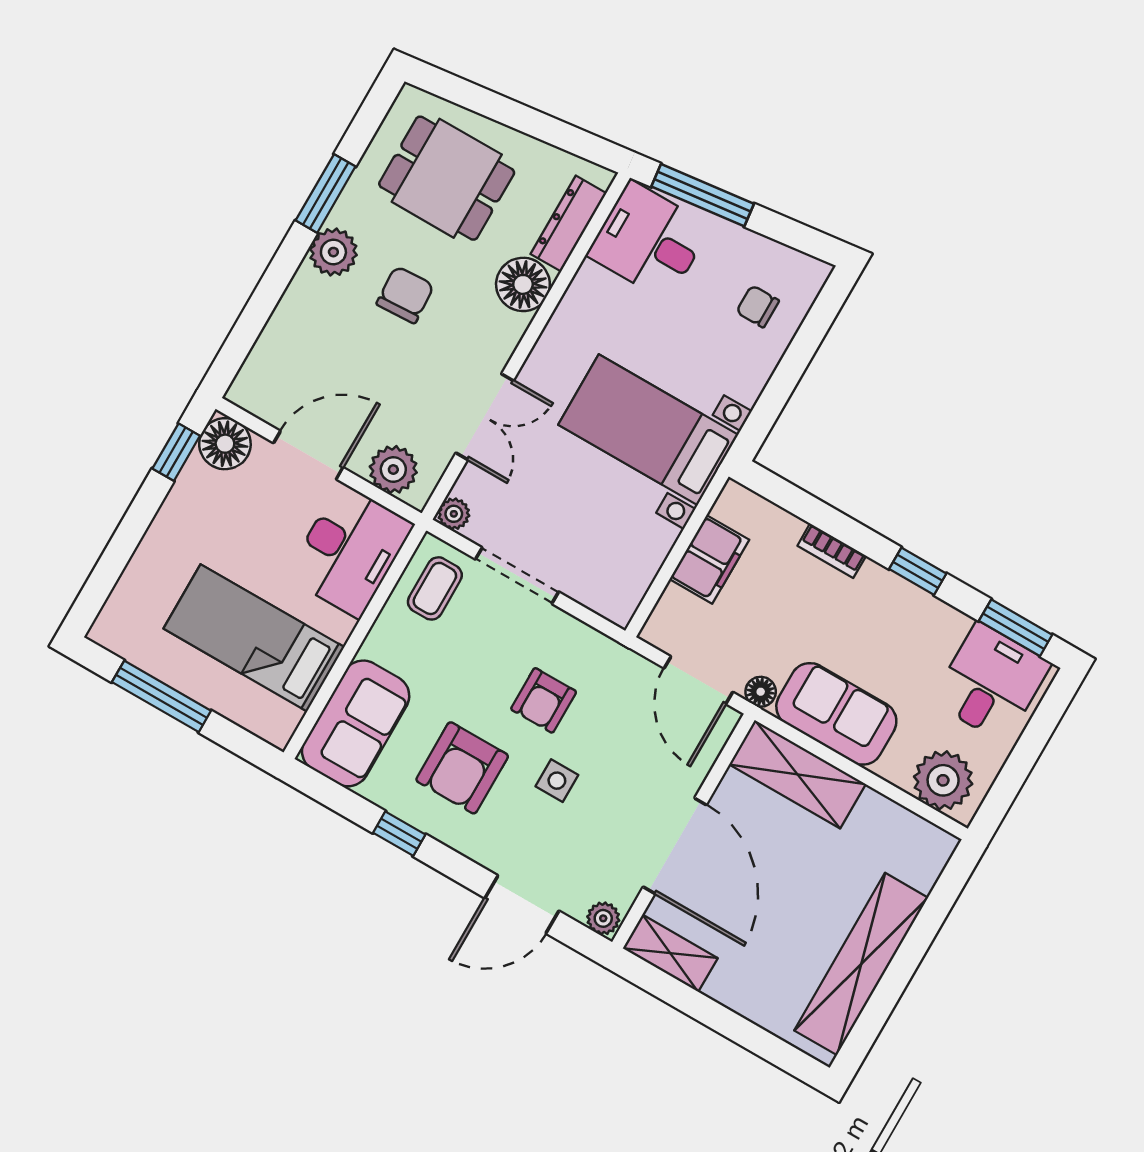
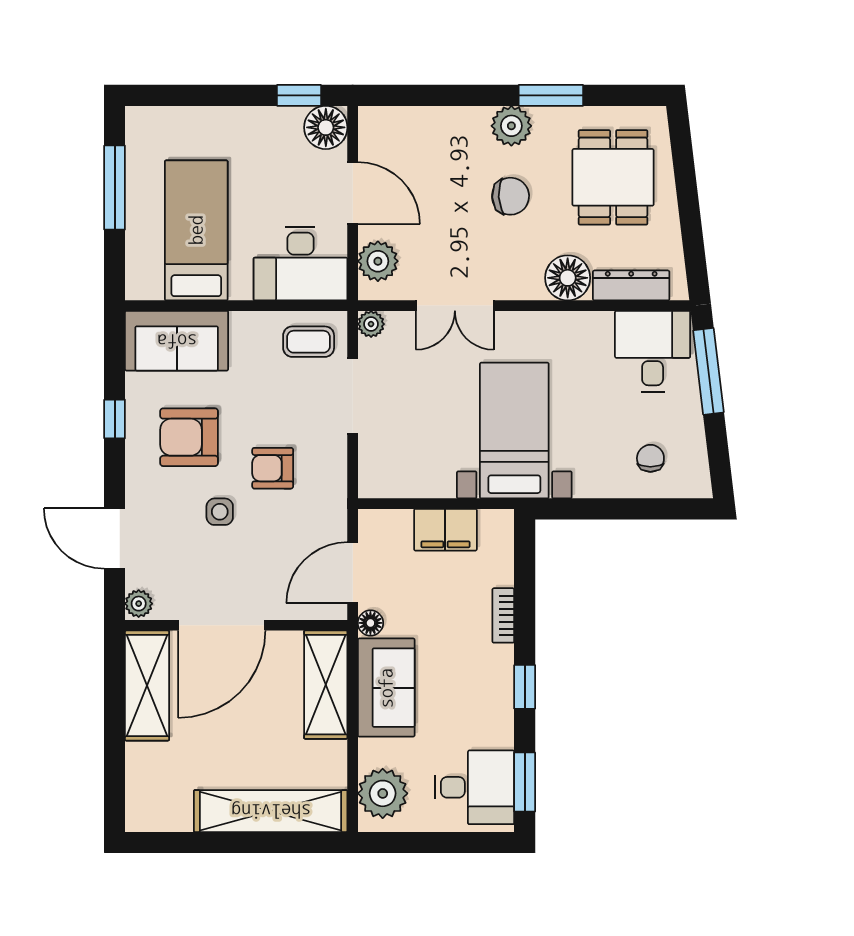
shelving: (670, 953) -> (147, 686), width x1.50, depth x1.33
shelving: (861, 964) -> (271, 811), moved

